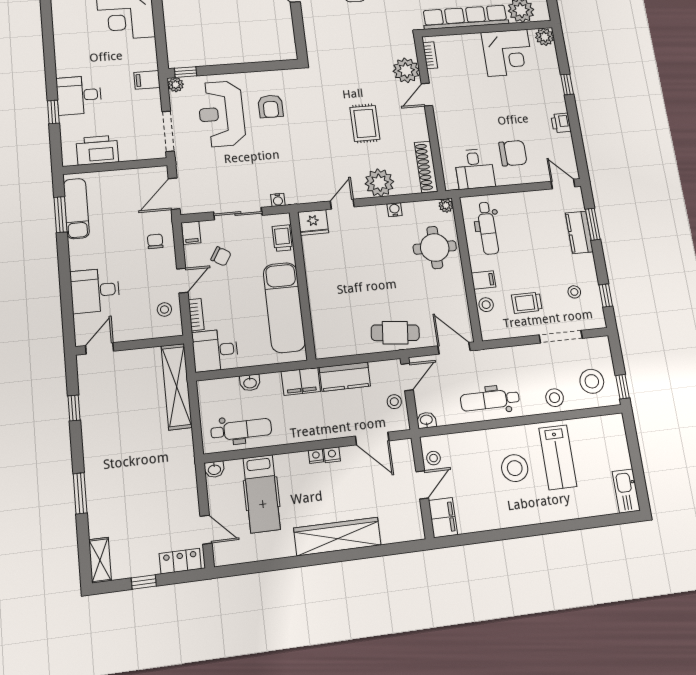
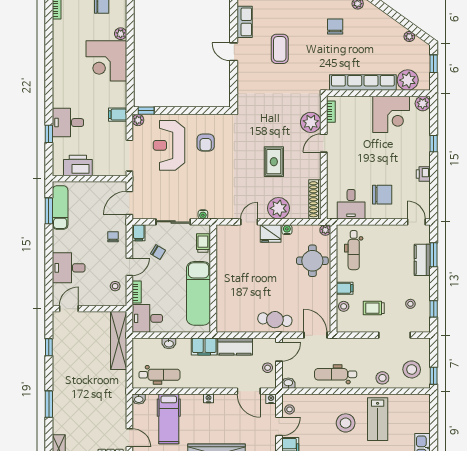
fridge: (313, 222) -> (271, 234), moved
nightstand: (332, 455) -> (271, 399), moved

